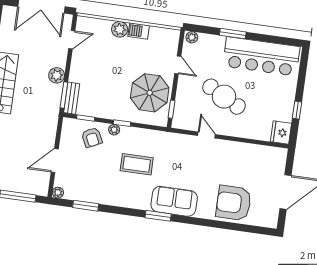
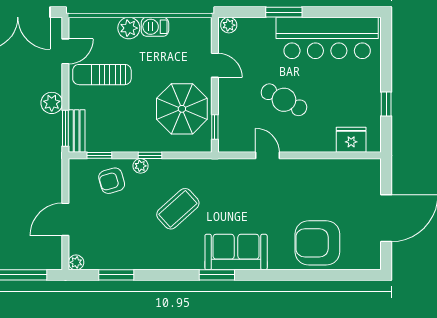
sun lounger: (96, 60) -> (102, 75), added
cafe table: (224, 97) -> (284, 100), width x0.73, depth x0.74
fridge: (281, 132) -> (351, 140), moved, turned 90
armchair: (92, 137) -> (112, 181), turned 100
coffee table: (137, 164) -> (178, 209), turned -42

